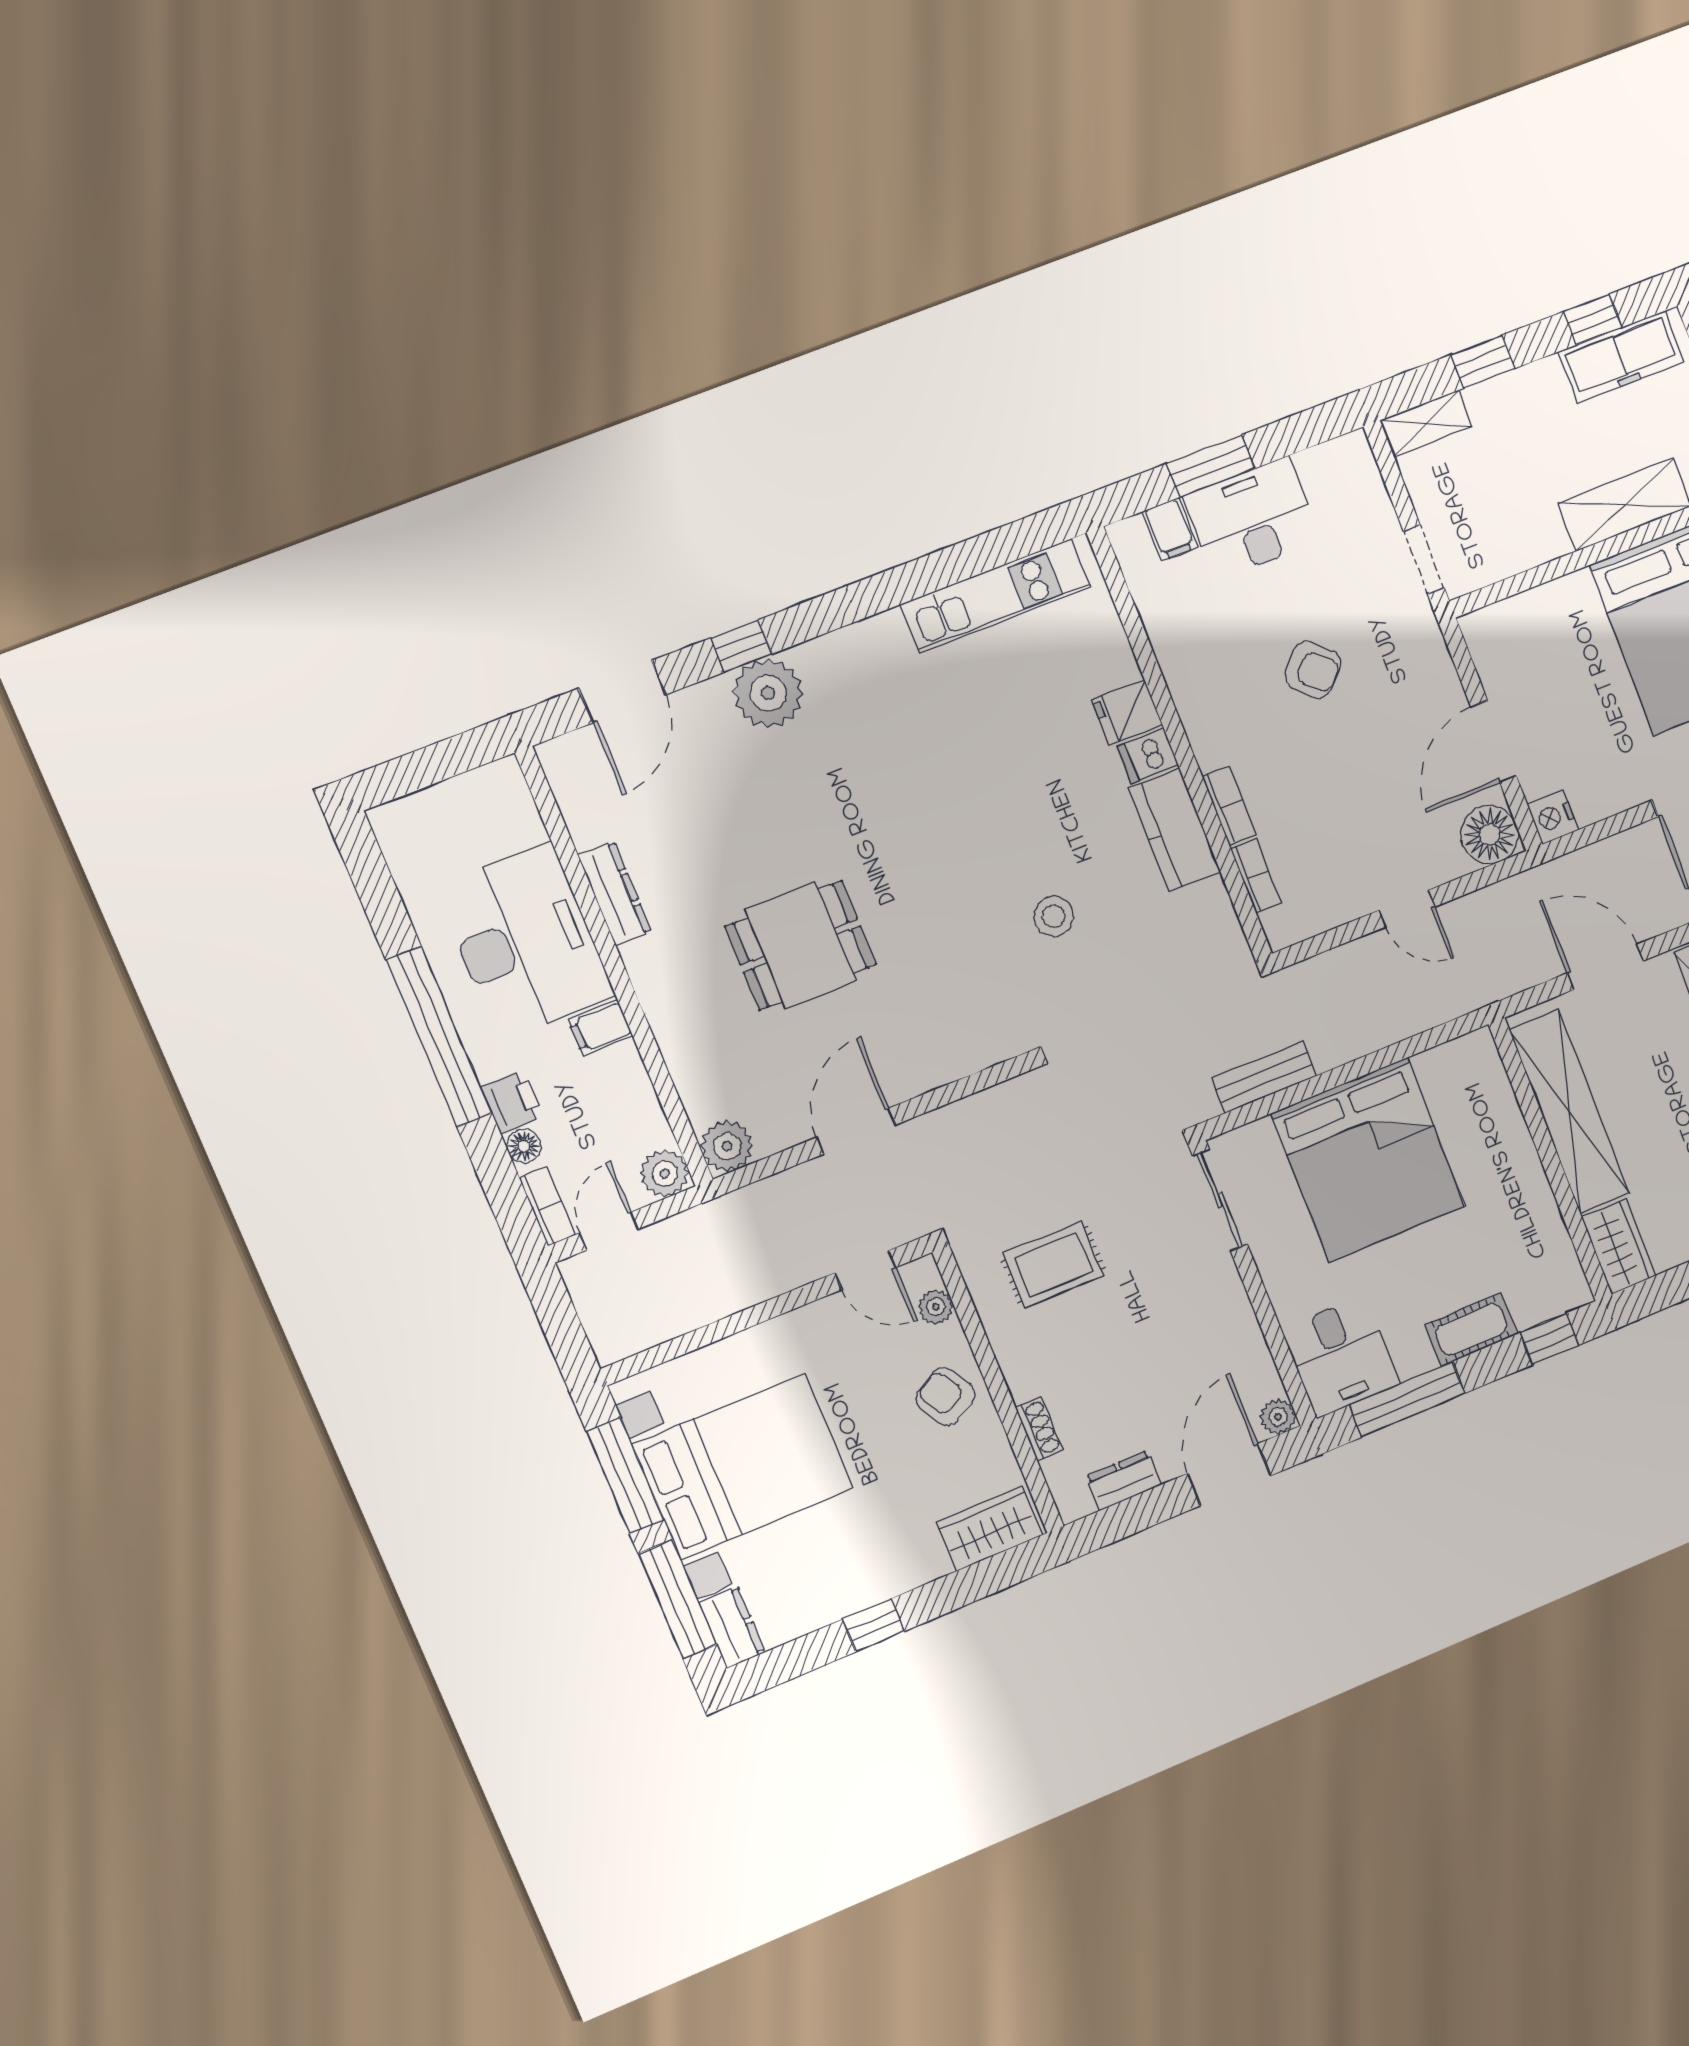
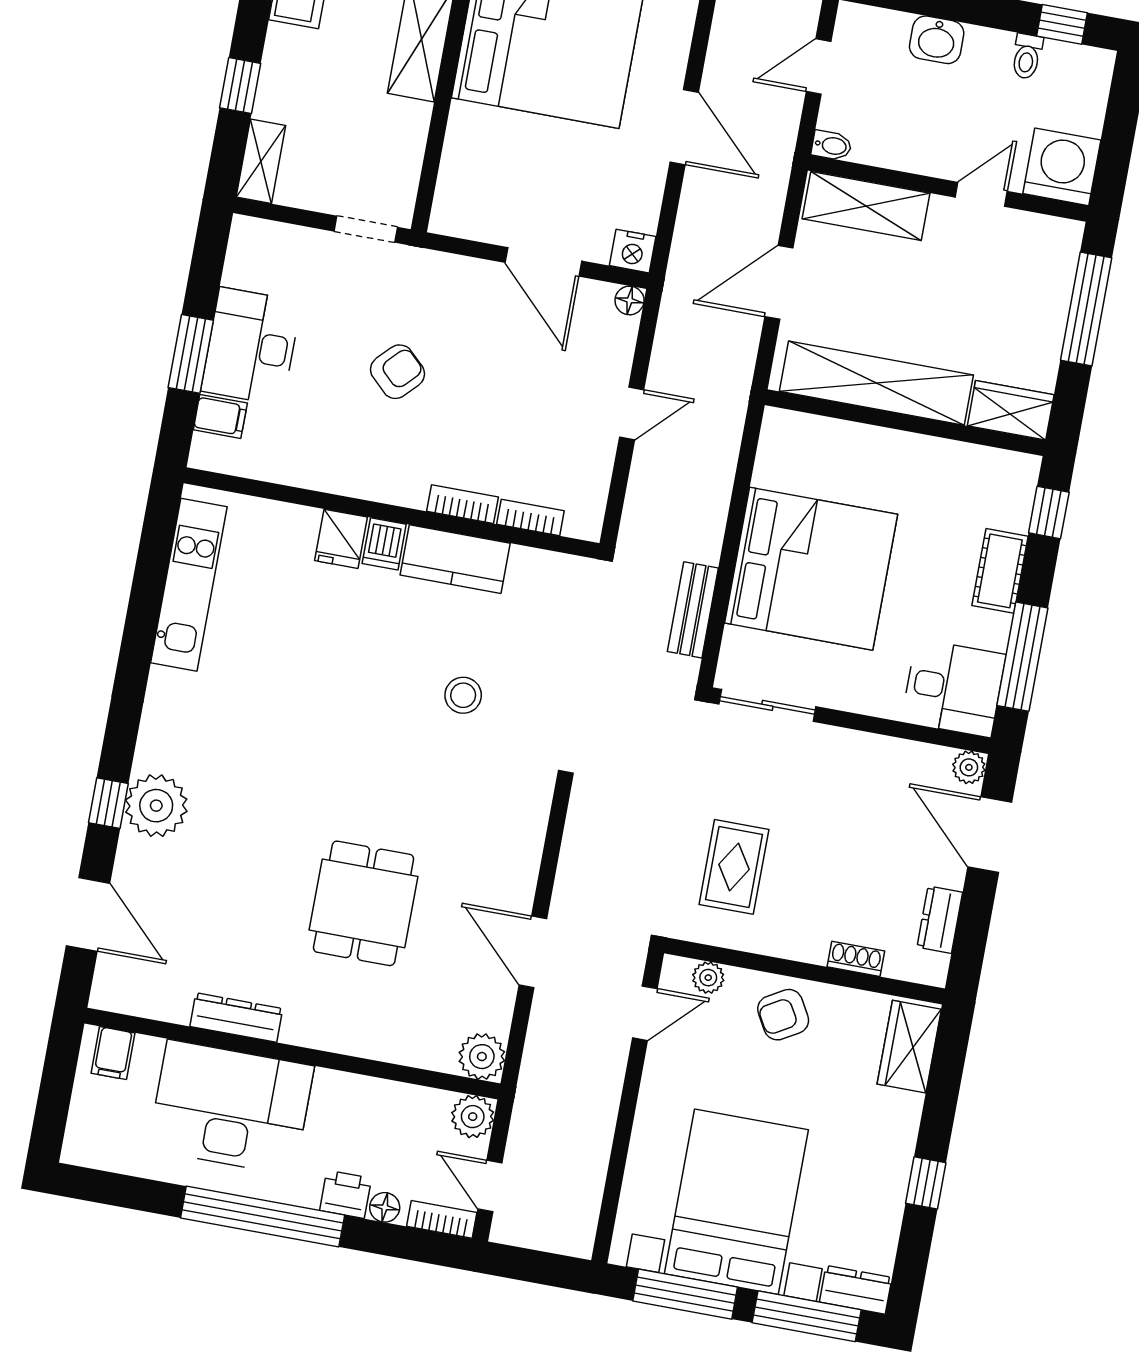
floor lamp: (1490, 835) -> (630, 300), width x0.53, depth x0.53
filing cabinet: (600, 1028) -> (113, 1053), moved

